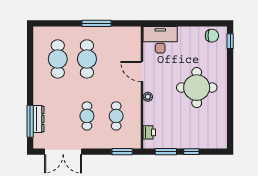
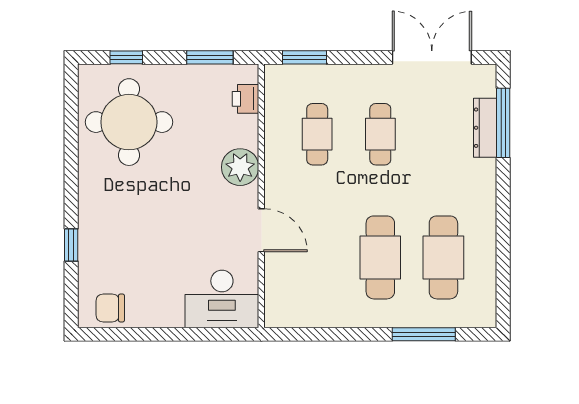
window: (97, 23) -> (424, 334), moved
window: (230, 41) -> (71, 245), moved
round table: (197, 88) -> (129, 122), moved
plant: (148, 97) -> (240, 167), width x1.88, depth x1.88
window: (191, 152) -> (126, 57), moved

